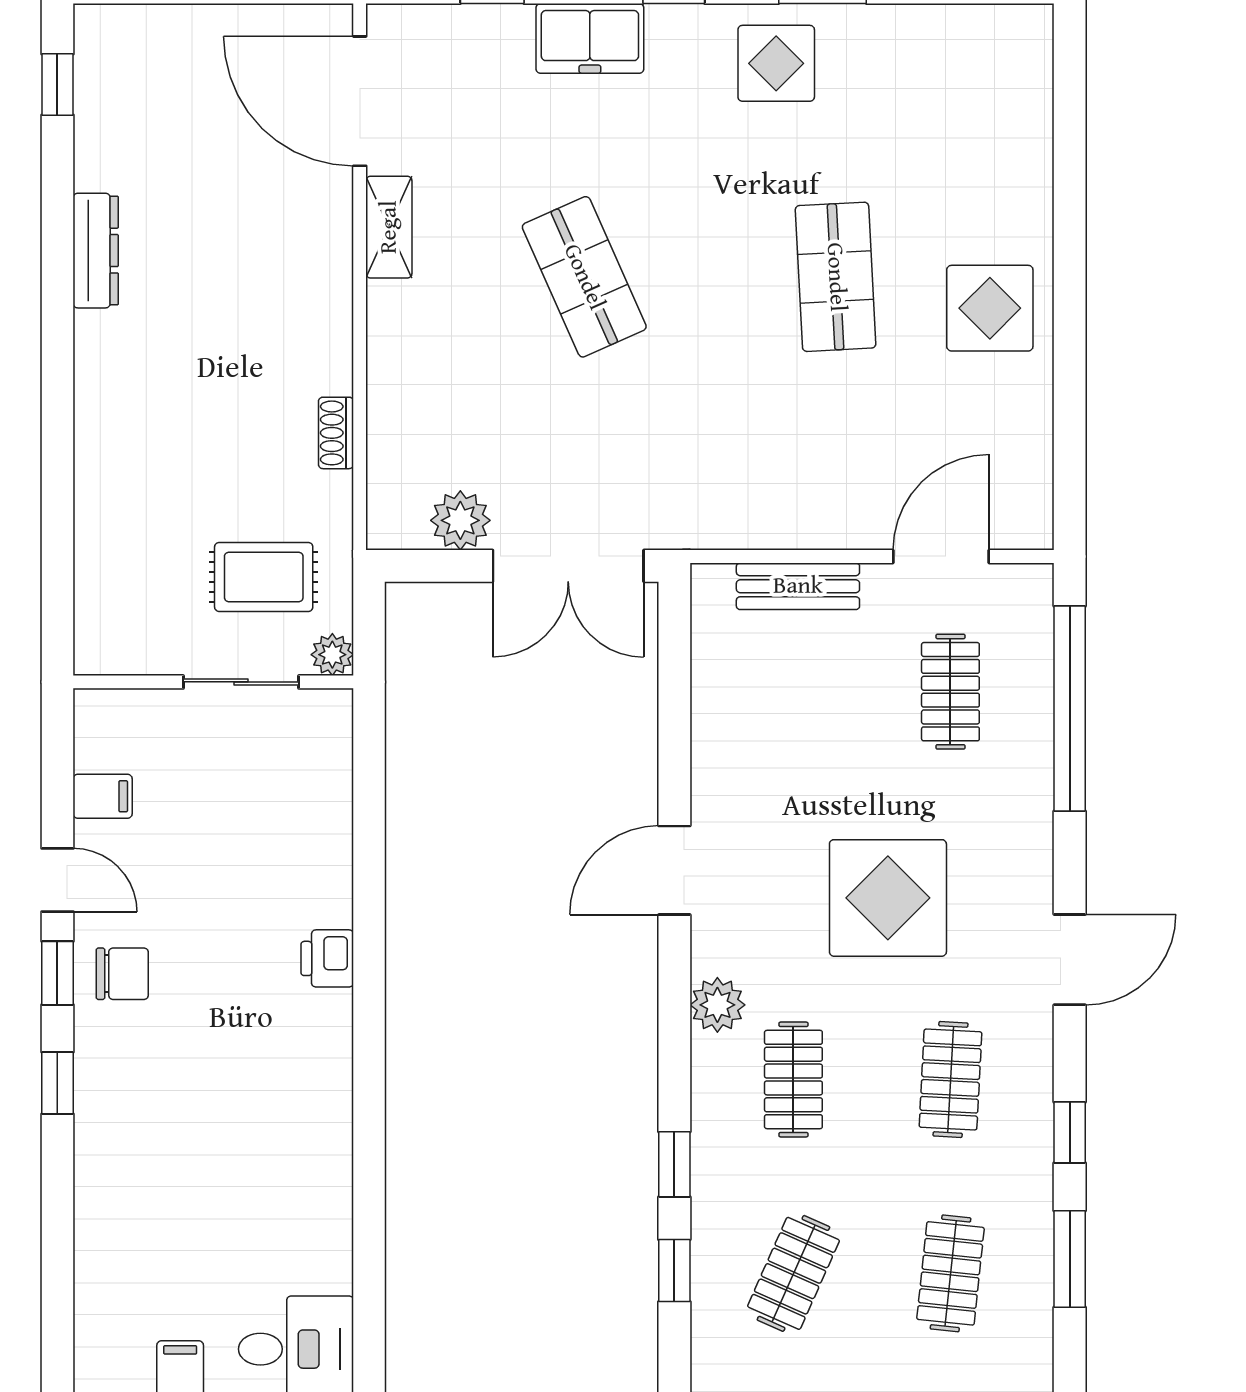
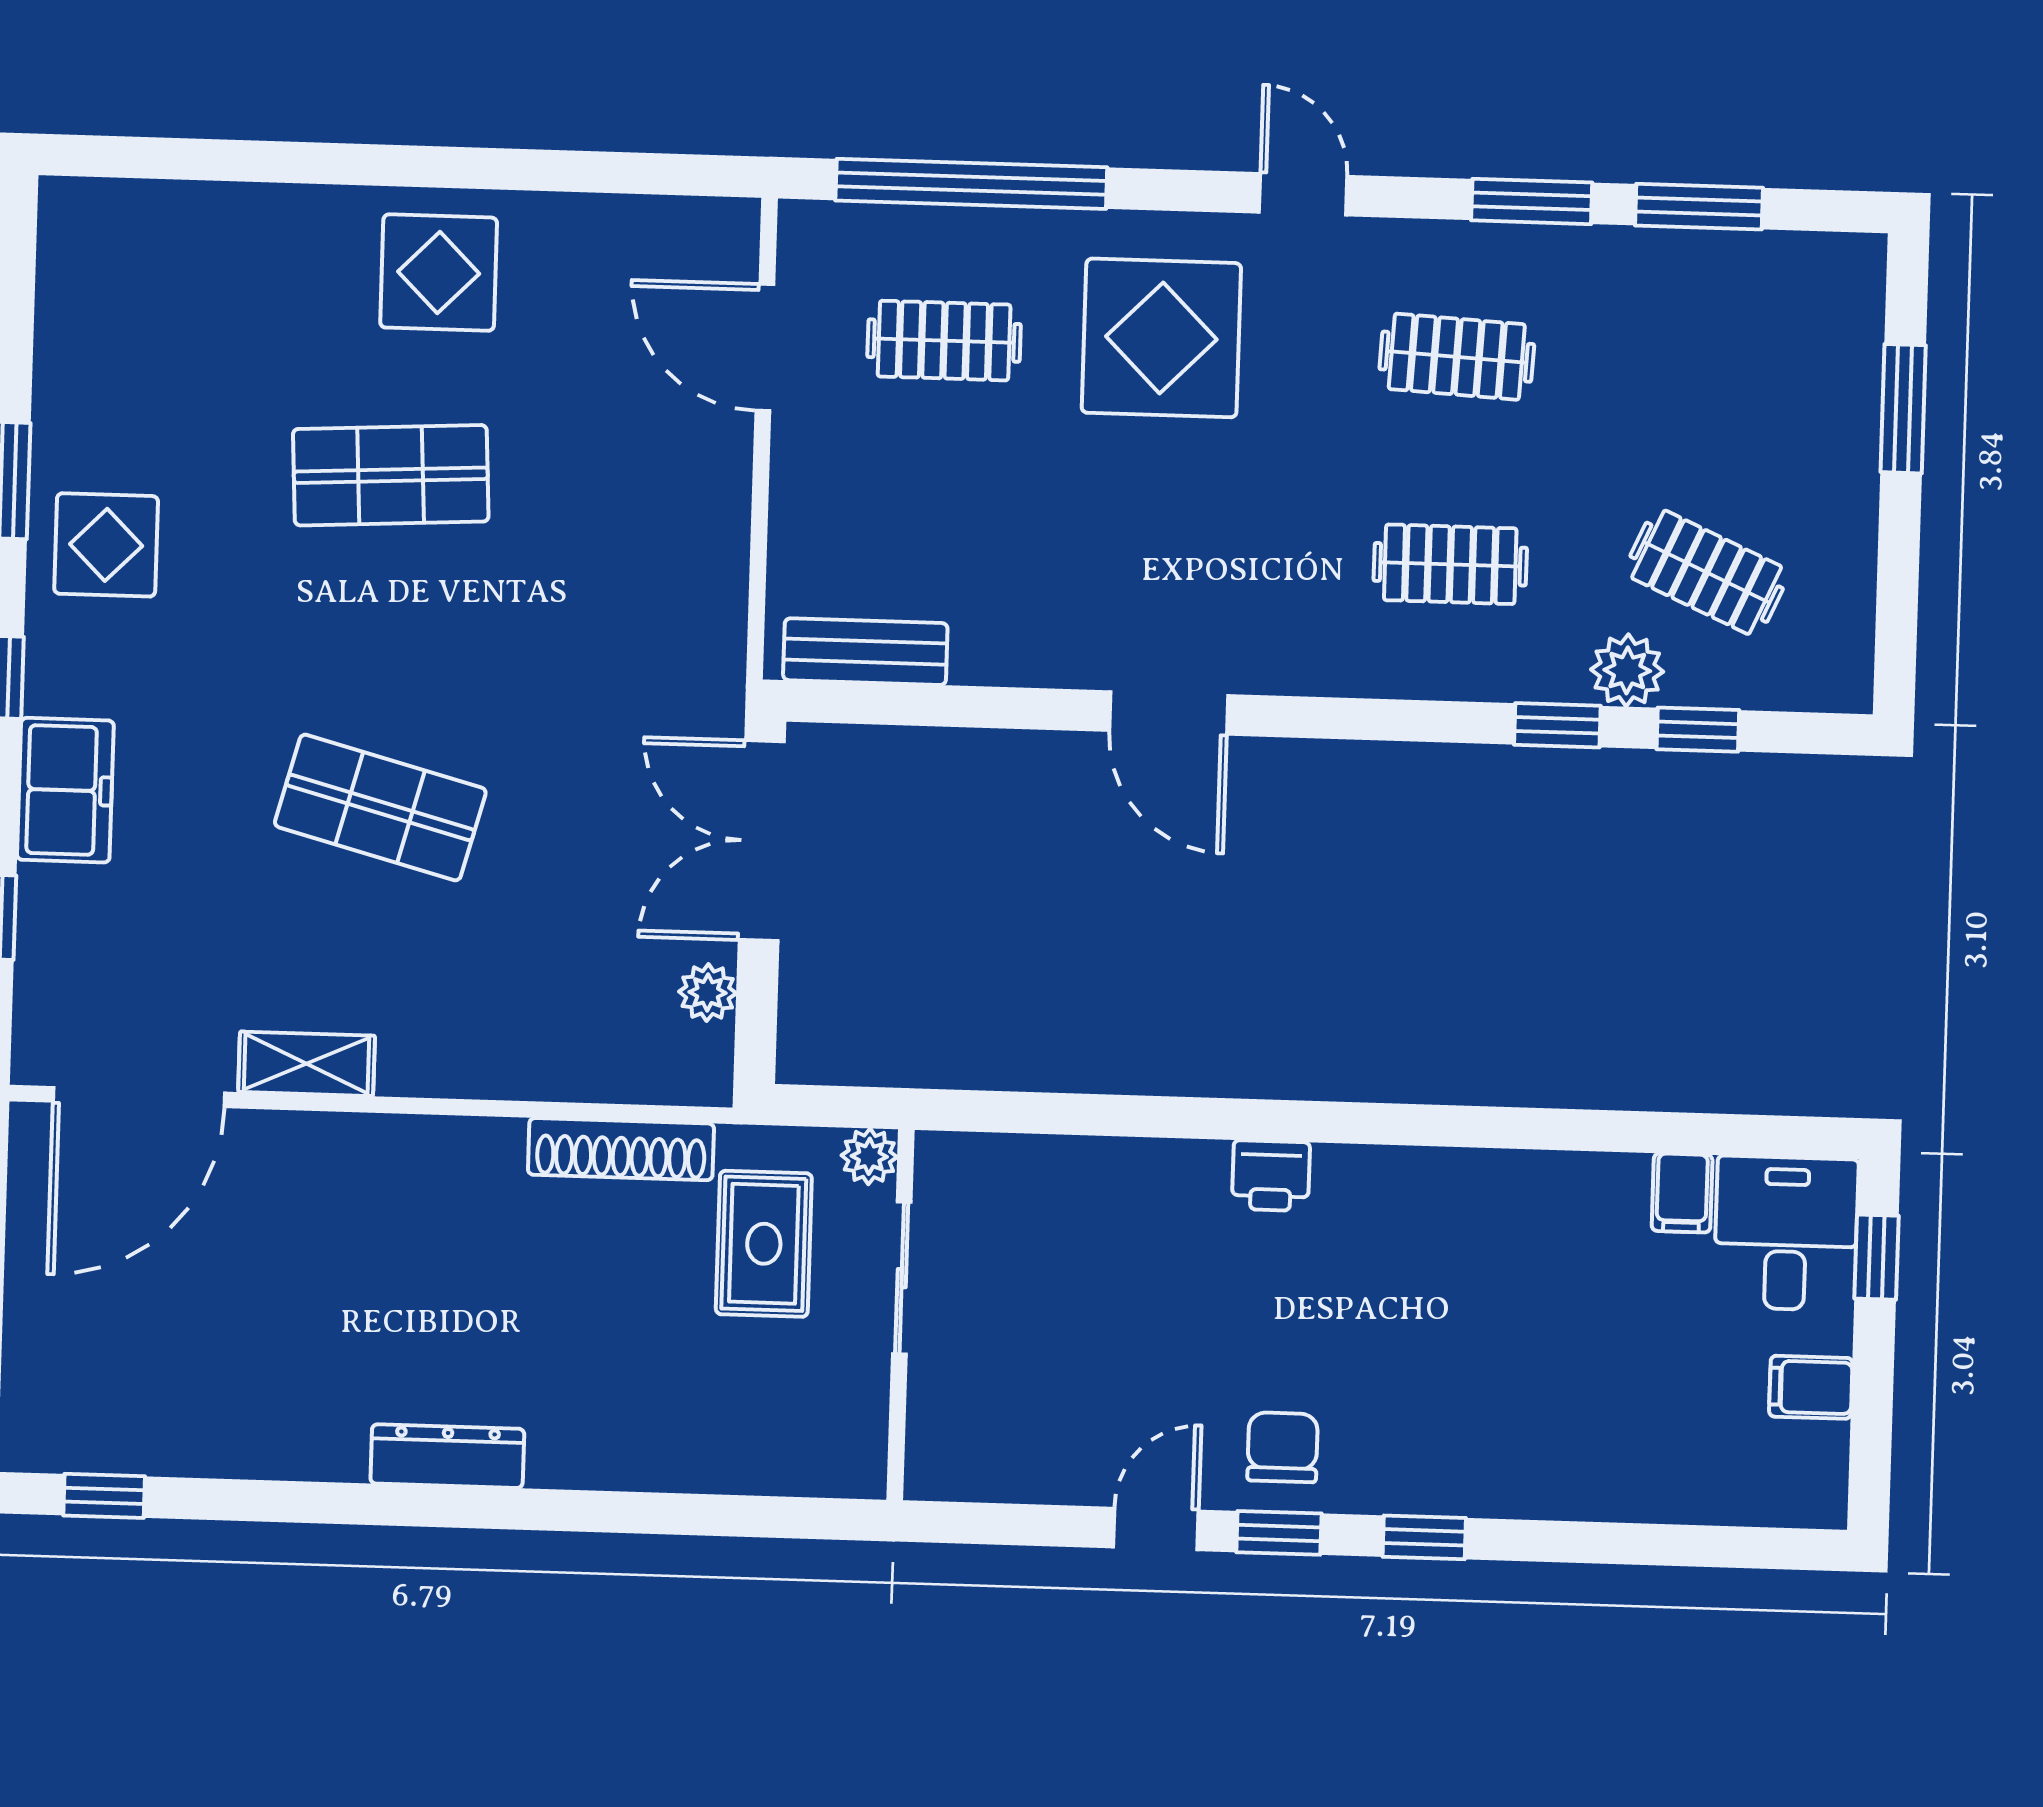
dresser: (96, 251) -> (447, 1456), moved
shop shelf: (584, 277) -> (380, 807), turned 39
shoe rack: (336, 433) -> (621, 1149), width x1.94, depth x1.24
plant: (460, 520) -> (708, 993), width x0.73, depth x0.73
double door: (568, 566) -> (762, 841), swing flipped
bench: (798, 586) -> (865, 652), moved, turned 90
filing cabinet: (103, 796) -> (1682, 1193), moved, turned 180
display table: (888, 898) -> (1161, 338), moved
door: (1070, 960) -> (1303, 194), width x0.73
plant: (717, 1005) -> (1627, 670), moved
window: (1070, 1132) -> (1532, 201), width x1.50
clothes rail: (950, 1273) -> (1713, 365), removed

